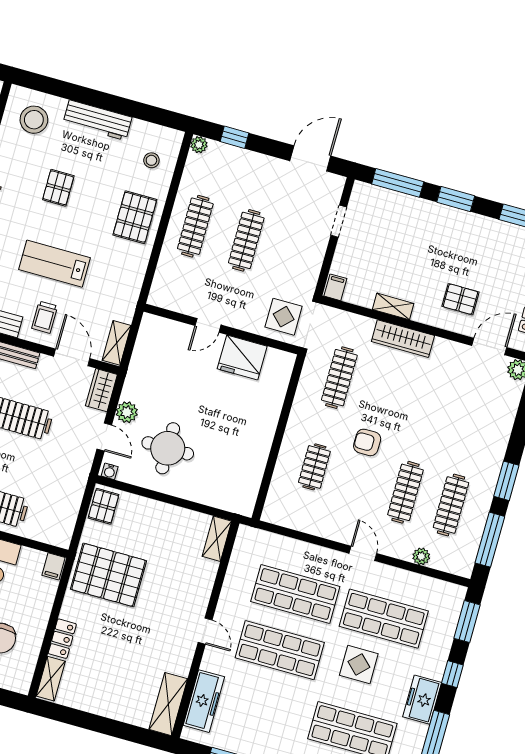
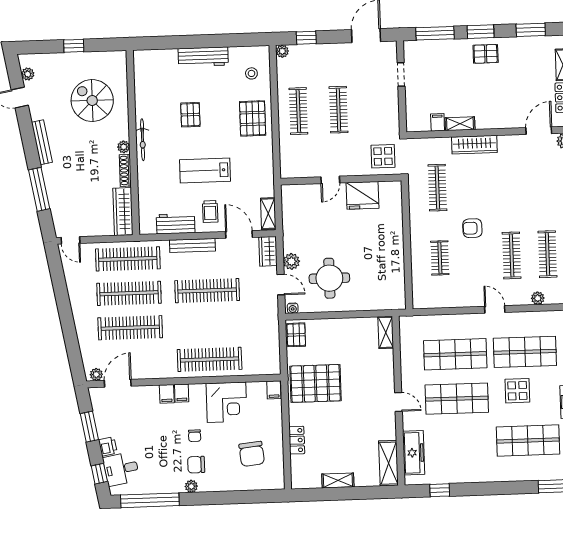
stool: (34, 120) -> (157, 71), removed
filing cabinet: (335, 287) -> (438, 122), moved
pallet: (460, 299) -> (486, 54), moved
shelving: (51, 679) -> (338, 480), moved, turned 90

